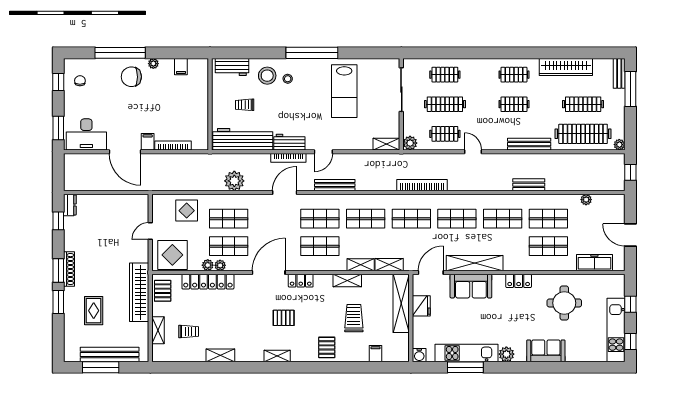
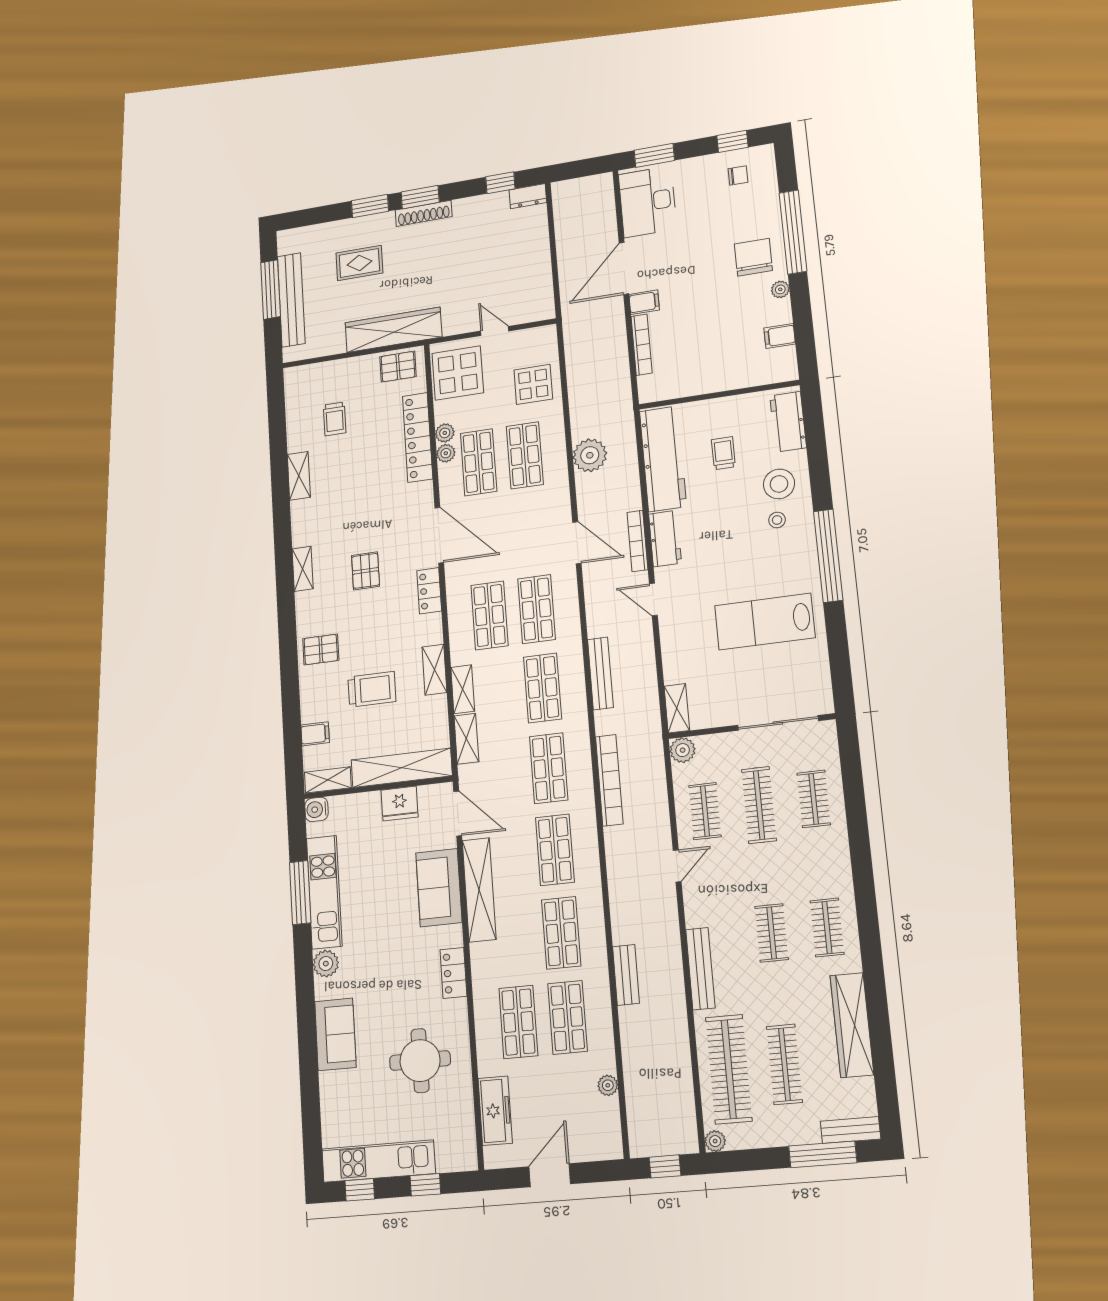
bench: (335, 185) -> (600, 673), moved
shelving: (158, 330) -> (328, 780), moved

